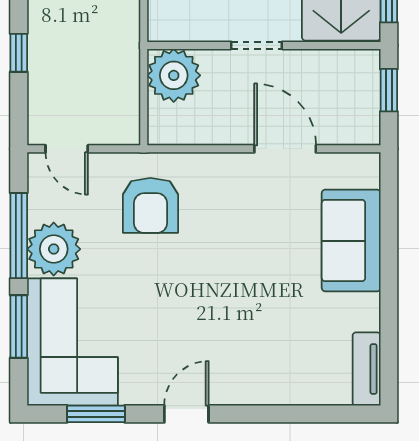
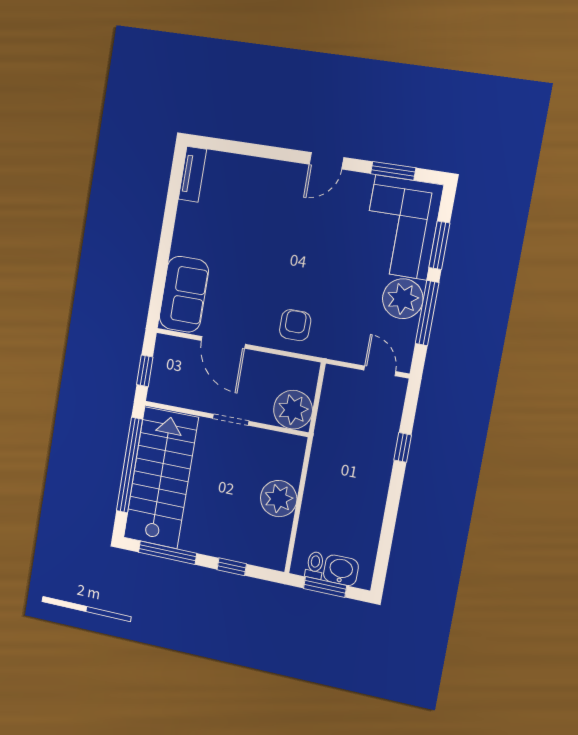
armchair: (150, 205) -> (295, 325), moved, width x0.72, depth x0.72
sofa: (351, 241) -> (184, 294), moved

